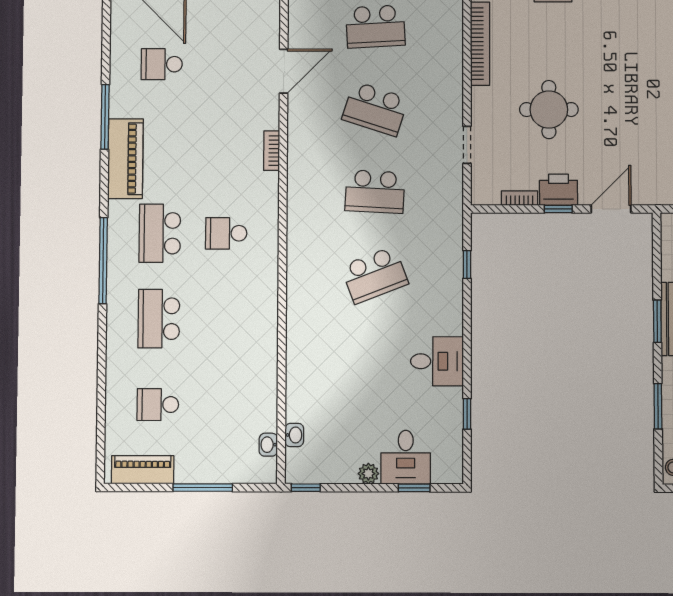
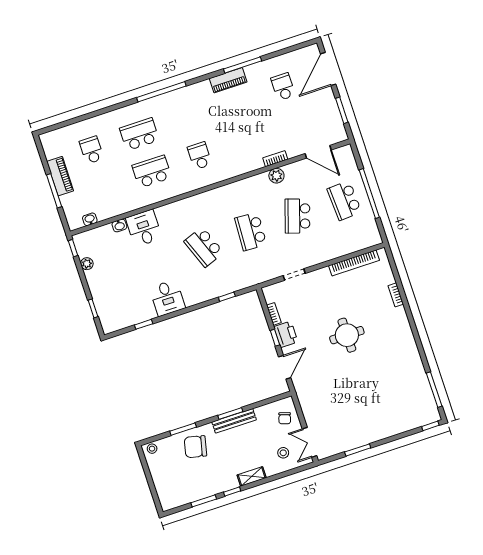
door: (284, 71) -> (318, 152), moved
round table: (549, 110) -> (347, 335), moved
plant: (300, 121) -> (276, 176), added
bookcase: (272, 151) -> (275, 159), moved
piano: (125, 159) -> (228, 80), width x0.73, depth x0.75
door: (611, 209) -> (285, 367), hinge flipped
school desk: (160, 233) -> (152, 172), moved
washbasin: (294, 435) -> (119, 226), moved
desk: (406, 457) -> (144, 228), moved, turned 90
piano: (143, 470) -> (60, 176), moved
plant: (368, 474) -> (87, 264), moved

